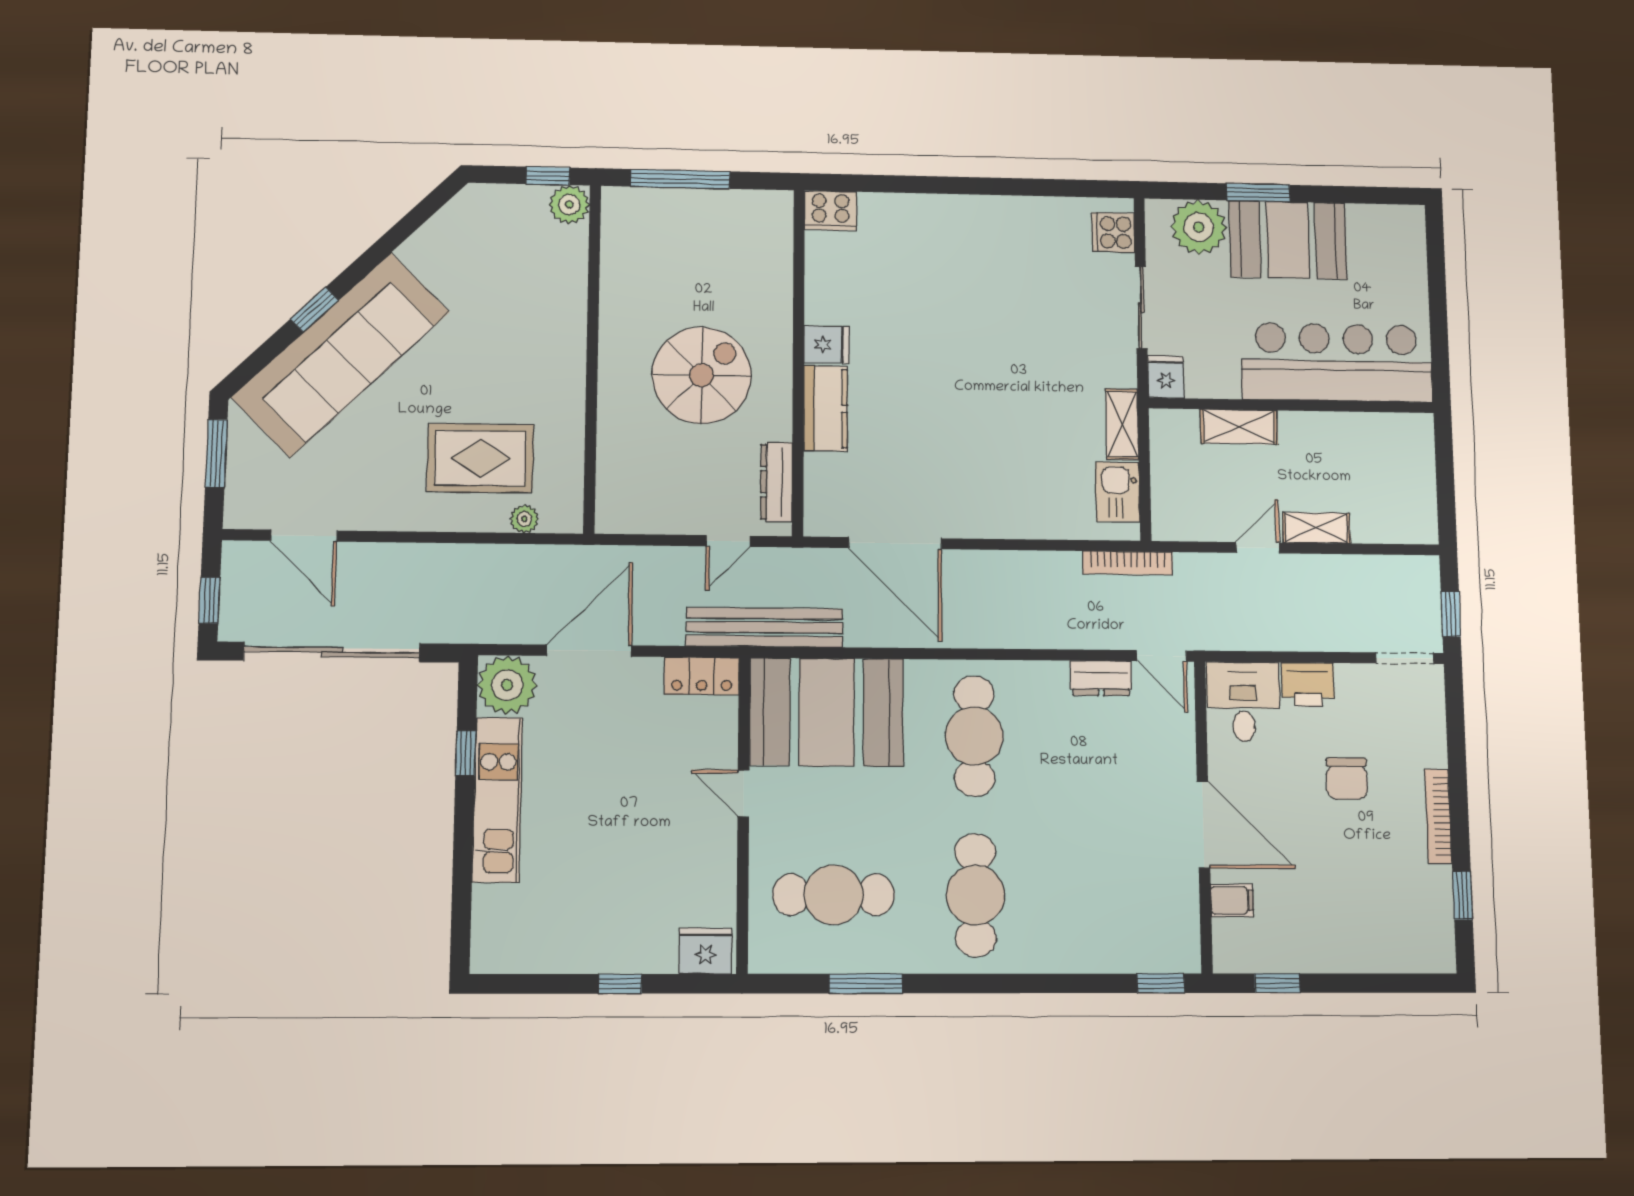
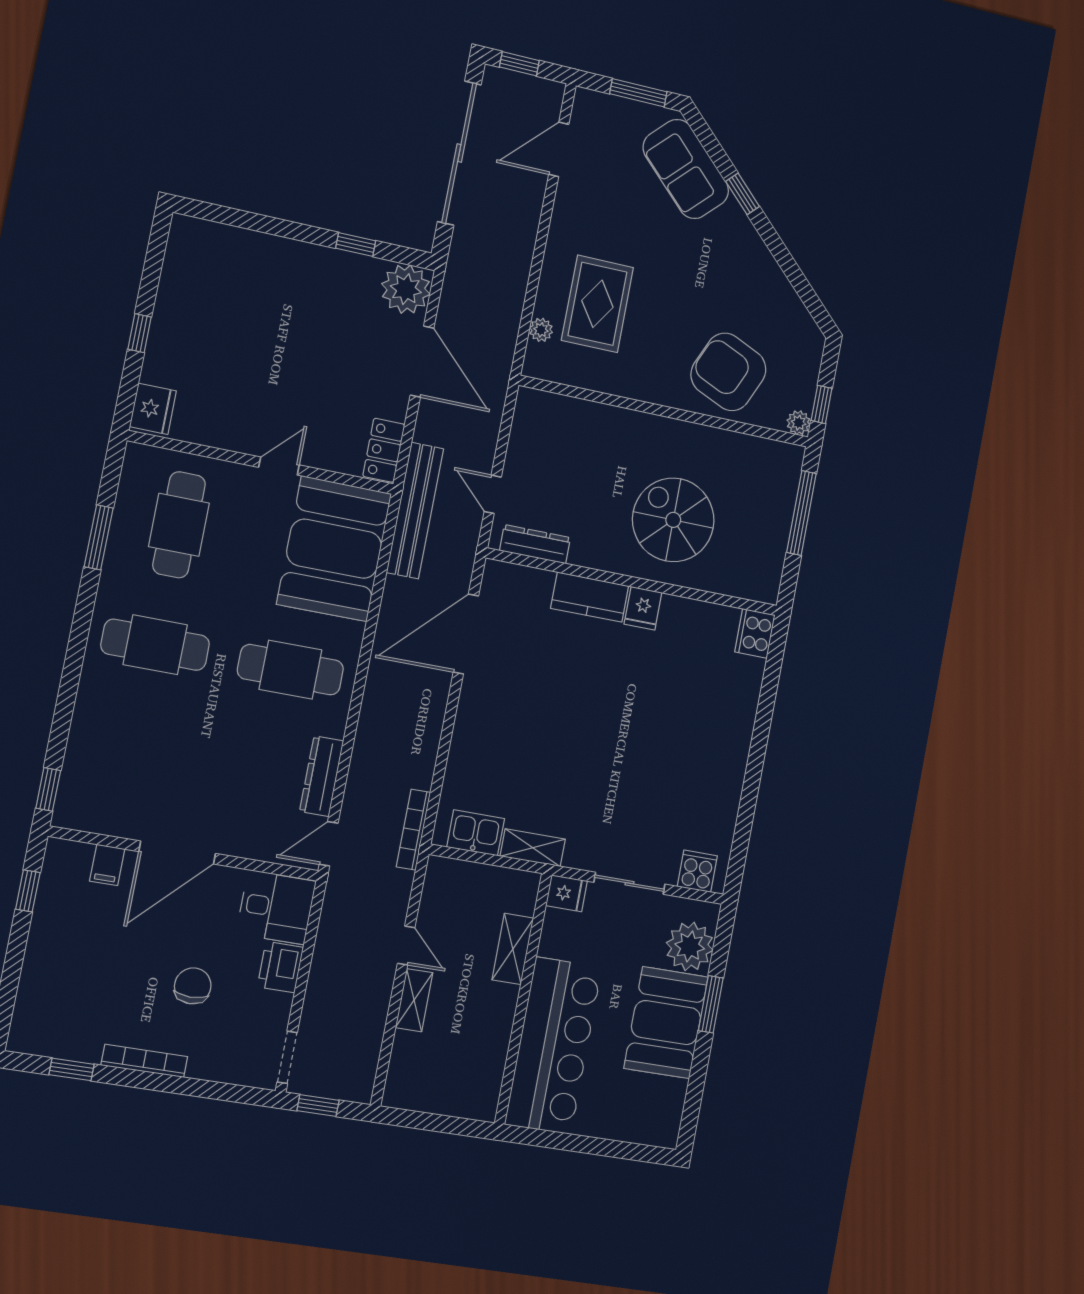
plant: (569, 205) -> (799, 423), width x0.73, depth x0.73
armchair: (531, 291) -> (728, 372), added
sofa: (341, 354) -> (686, 169), width x0.54, depth x0.79
spiral stairs: (702, 375) -> (673, 520), moved, turned 180
dresser: (1101, 678) -> (322, 776), width x1.44
chair: (1347, 779) -> (193, 986), turned 90
kitchen unit: (497, 800) -> (313, 263), removed

